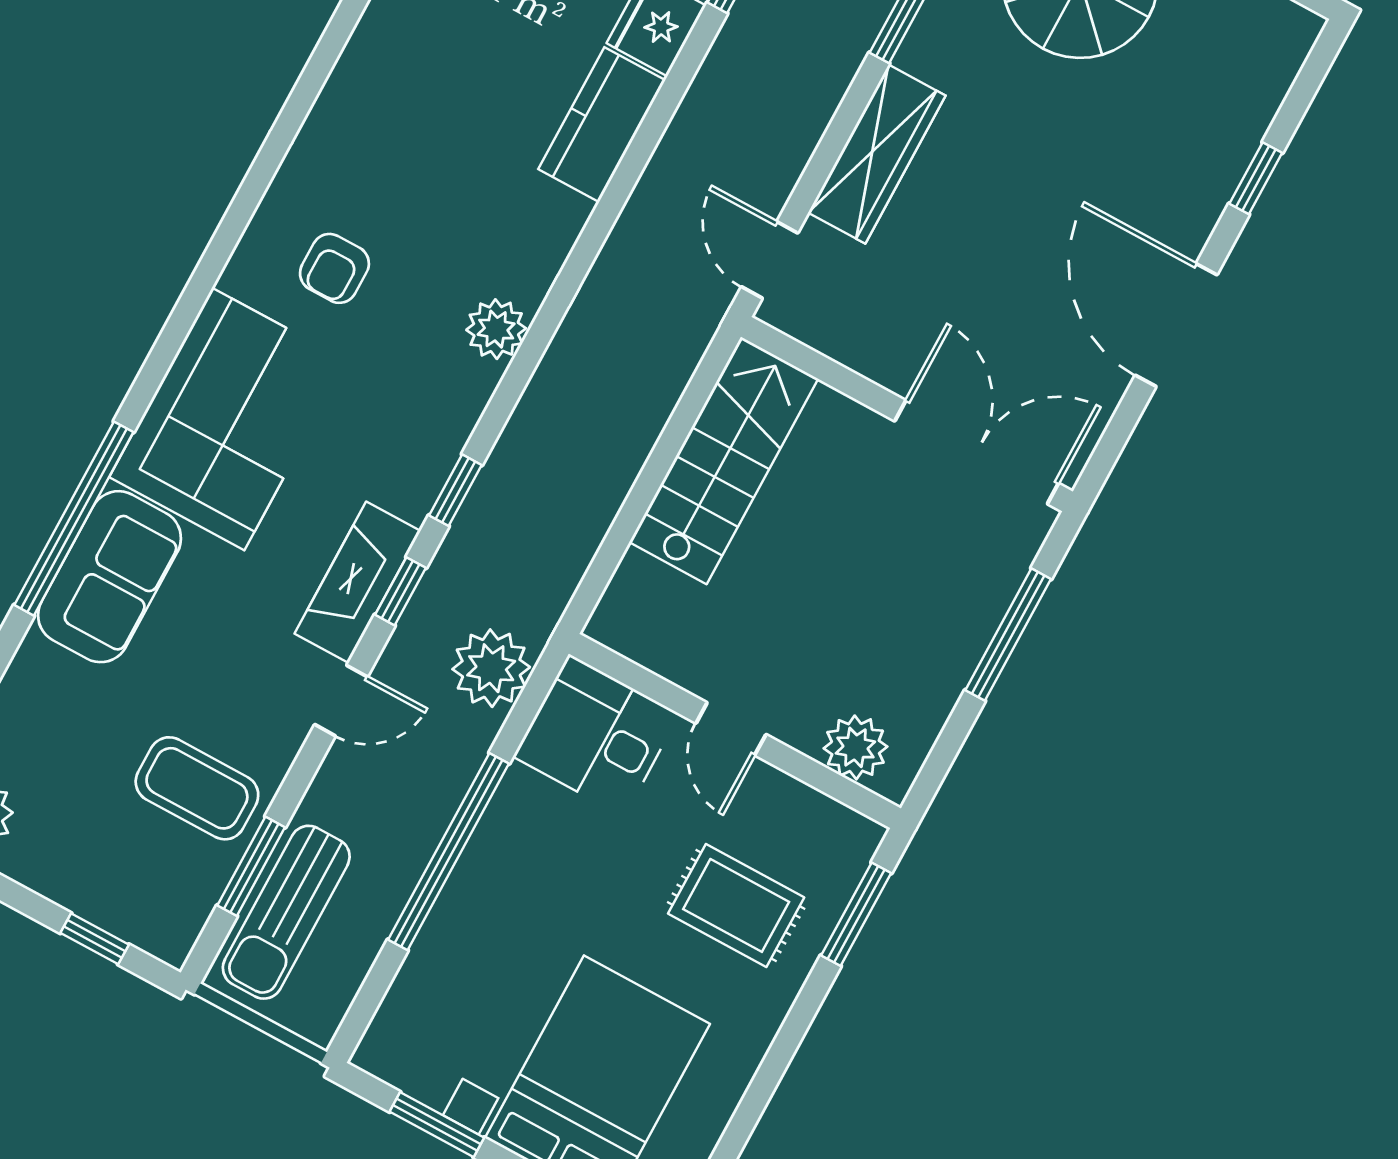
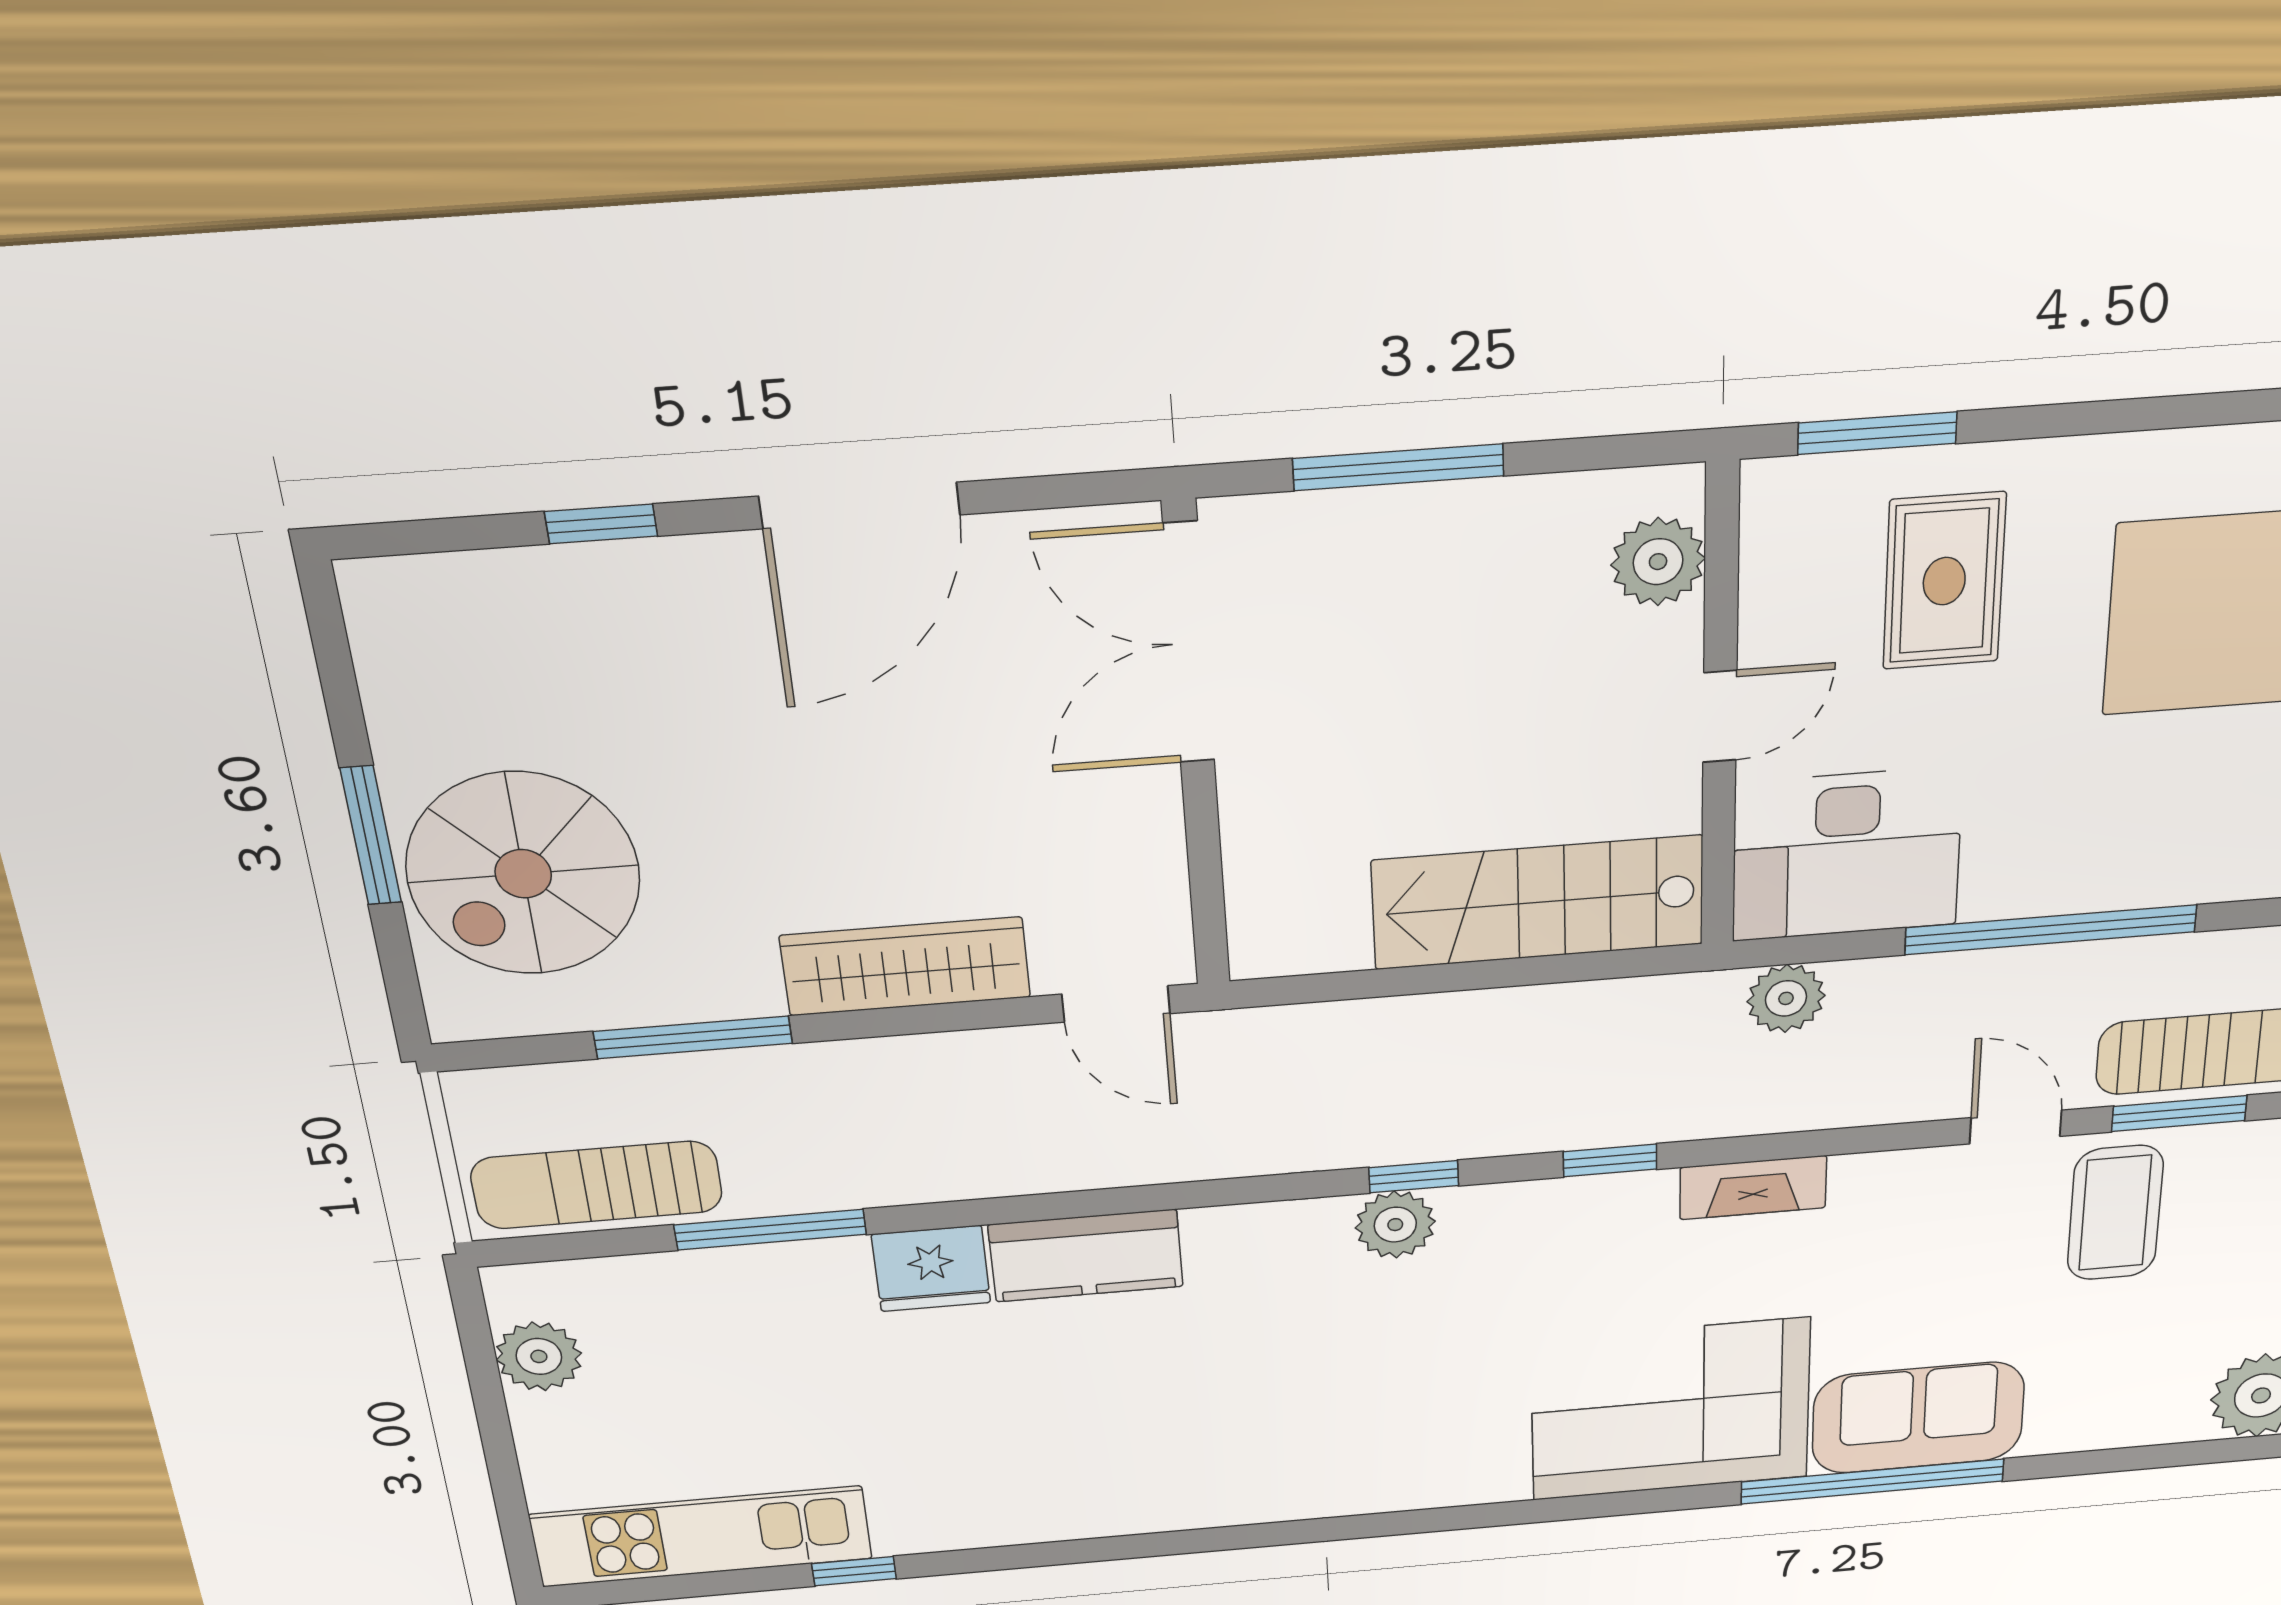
door: (770, 260) -> (1116, 1004), hinge flipped
armchair: (334, 268) -> (1434, 1407), removed
stairs: (724, 460) -> (1538, 902), moved
fireplace: (358, 582) -> (1753, 1188), width x0.73, depth x0.76
window: (400, 591) -> (1414, 1177), moved
plant: (491, 668) -> (1786, 998), width x0.73, depth x0.73
door: (341, 701) -> (2016, 1127), moved
desk: (596, 735) -> (1847, 854), width x1.37

